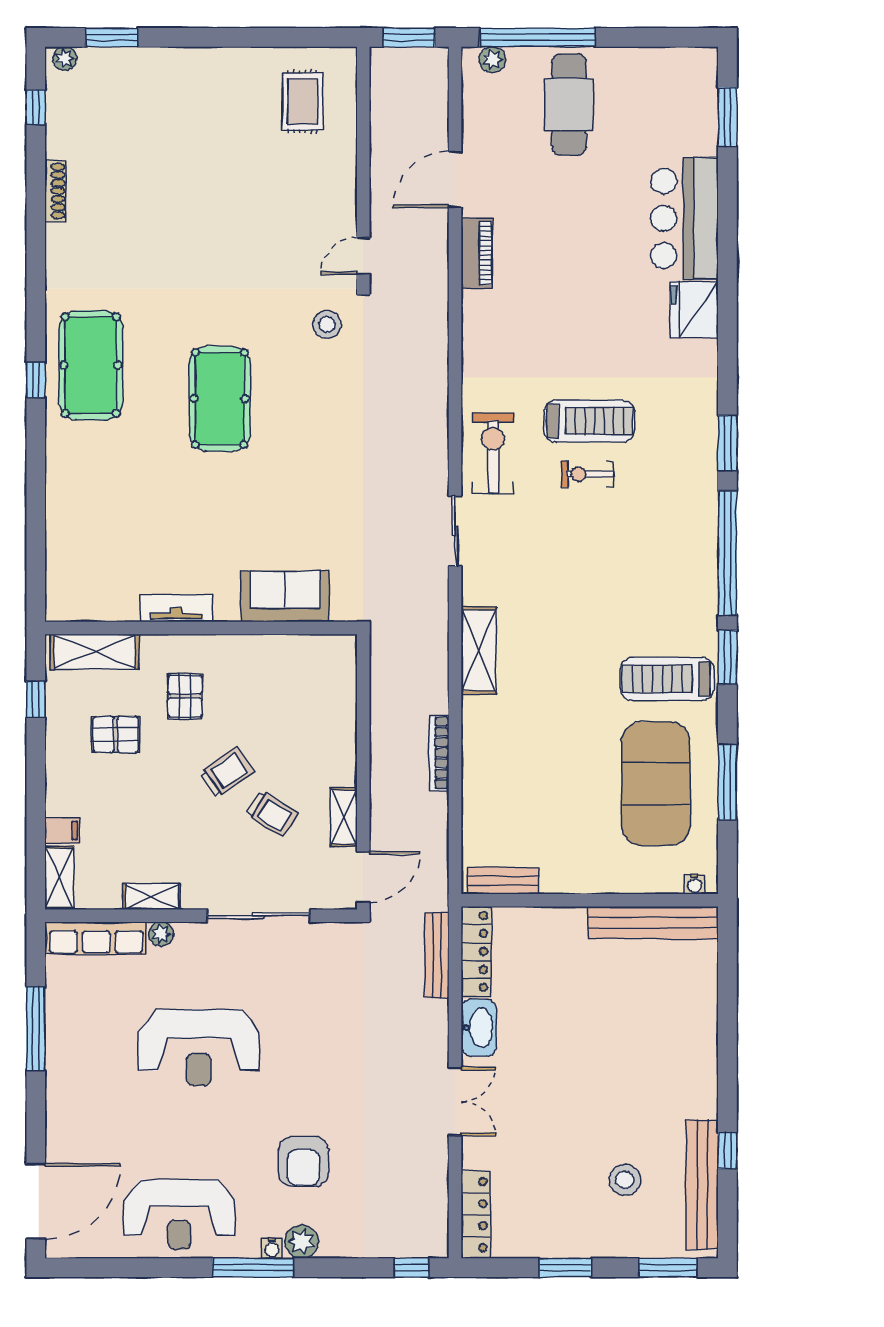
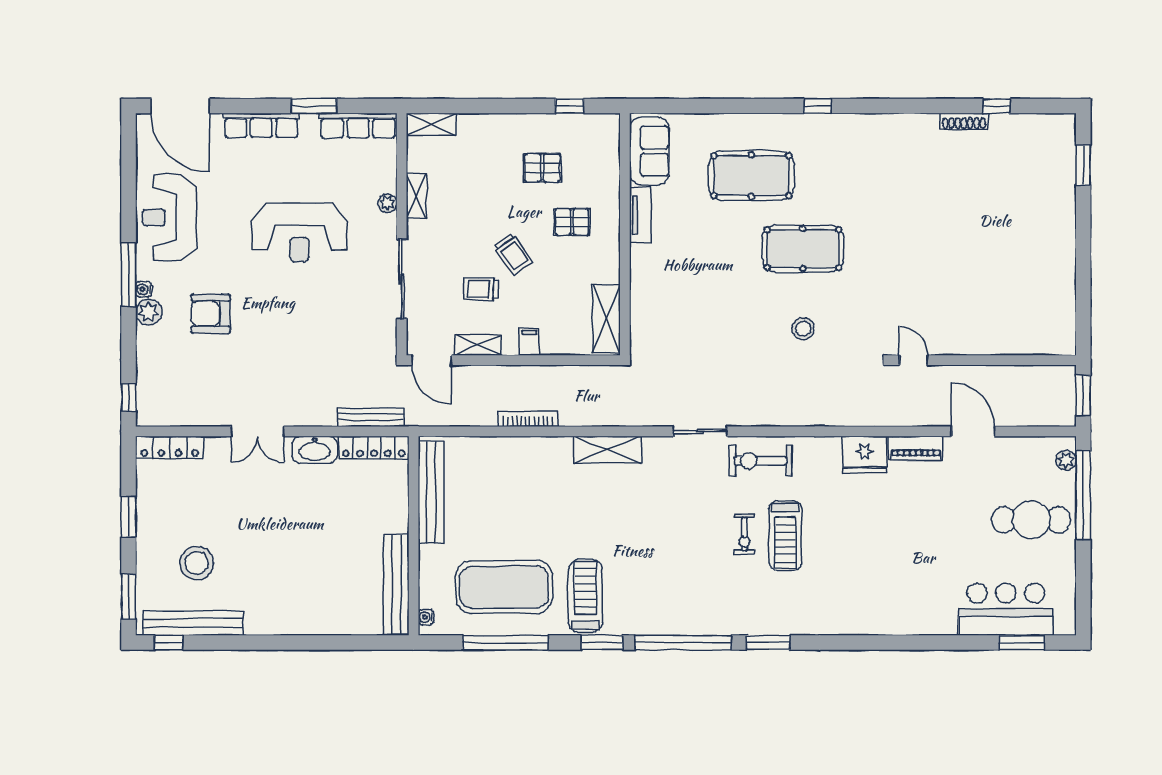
plant: (65, 58) -> (1067, 128), removed
rug: (303, 101) -> (1033, 313), removed
window: (36, 107) -> (997, 106), moved
bar counter: (684, 218) -> (1006, 609), moved
fridge: (694, 310) -> (865, 455), moved, turned 180
stool: (327, 325) -> (803, 329), moved
pool table: (91, 365) -> (751, 176), moved
exercise bike: (493, 453) -> (760, 461), turned 180
exercise bike: (588, 474) -> (744, 534), turned 180
sofa: (285, 597) -> (649, 151), moved
shelving: (95, 652) -> (606, 319), moved
pallet: (116, 735) -> (542, 168), turned 90
window: (727, 782) -> (505, 643), width x1.46
trolley: (272, 814) -> (481, 289), turned 60
filing cabinet: (62, 830) -> (529, 342), moved, turned 180
bench: (503, 881) -> (431, 492), width x1.86, depth x1.21
row of seats: (96, 938) -> (358, 126), moved, turned -90
window: (36, 1029) -> (314, 106), width x0.69
reception desk: (199, 1047) -> (299, 232), turned -90
row of seats: (61, 1097) -> (261, 125), added
window: (727, 1151) -> (169, 643), moved
stool: (625, 1180) -> (197, 563), width x1.38, depth x1.38

